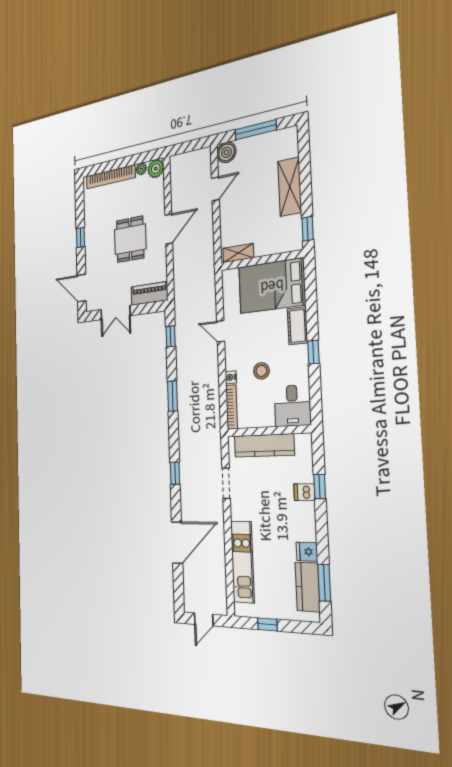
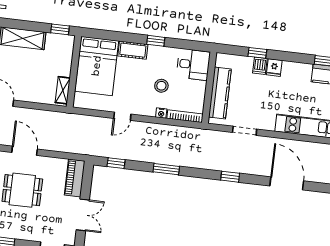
fridge: (307, 552) -> (274, 68), moved

